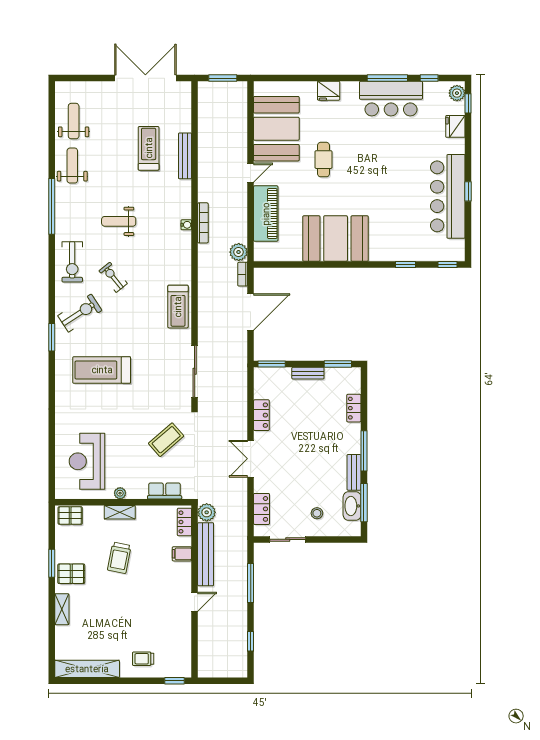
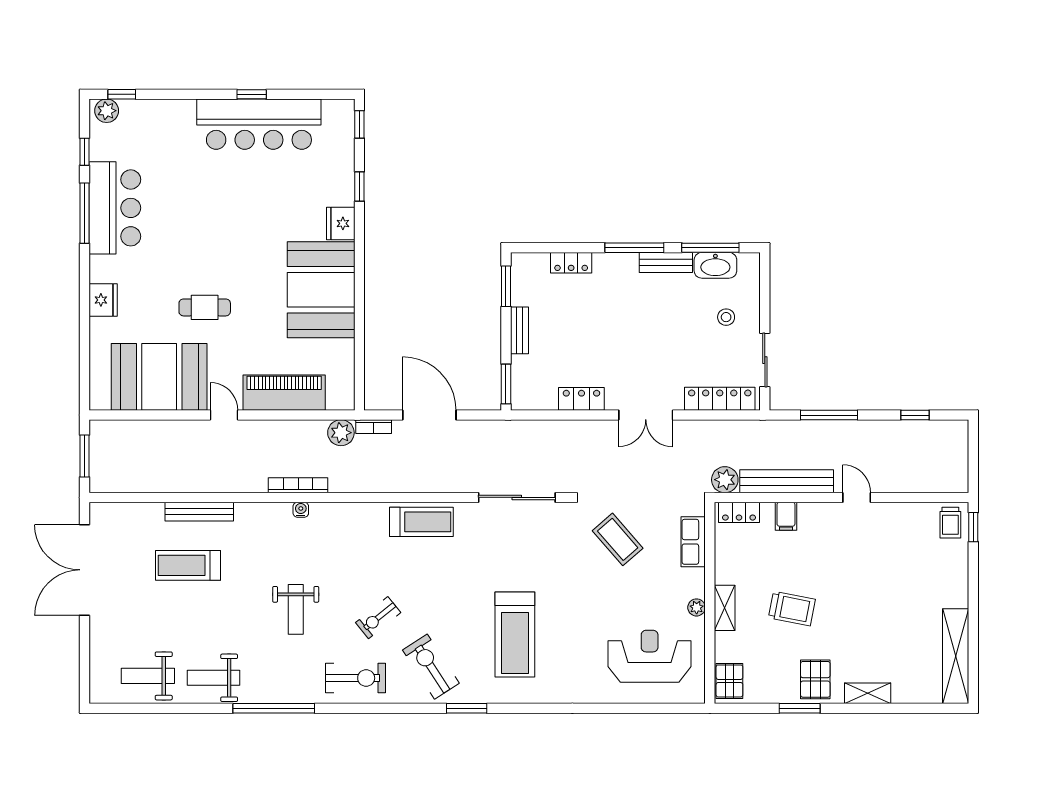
fridge: (455, 126) -> (341, 223), moved, turned 90
reception desk: (87, 461) -> (650, 656), turned 180
locker: (262, 509) -> (720, 399), width x1.53
trolley: (143, 659) -> (950, 523), moved

